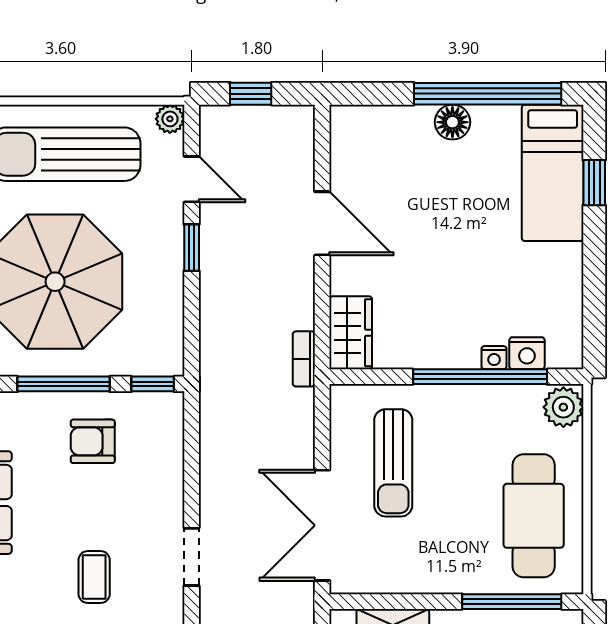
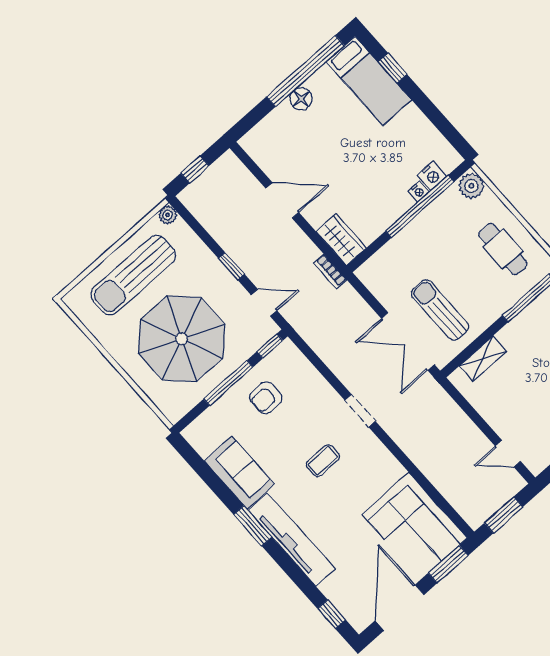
door: (192, 179) -> (264, 303), moved
sun lounger: (393, 463) -> (440, 310), moved, turned 180
cafe table: (534, 516) -> (503, 249), width x0.73, depth x0.74
coffee table: (94, 577) -> (323, 461), turned 90

